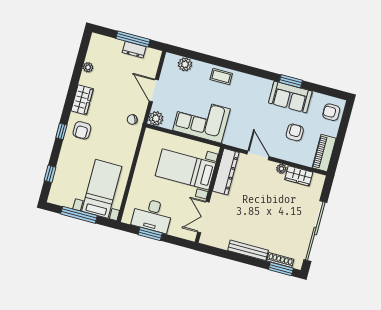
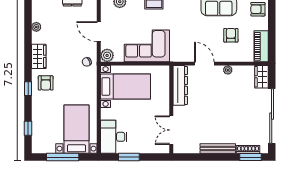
bed with nightstands: (185, 169) -> (125, 87), moved, turned 180
wardrobe: (299, 176) -> (262, 77), moved, turned 90
desk: (152, 215) -> (114, 137), moved, turned 90

